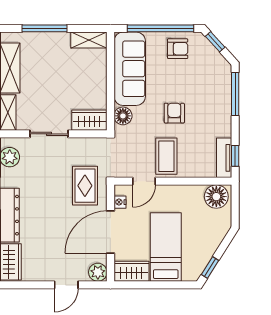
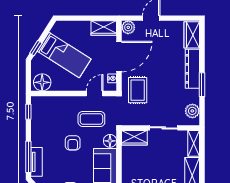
coffee table: (166, 156) -> (91, 119), moved, turned 90
tv unit: (224, 158) -> (37, 162), moved
bed: (166, 247) -> (64, 55), moved, turned -58
window: (210, 267) -> (36, 48), moved

